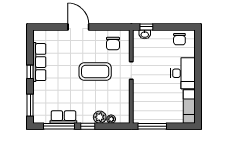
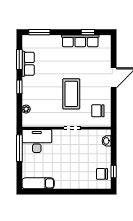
window: (146, 27) -> (114, 172), moved
window: (30, 72) -> (88, 32), moved
desk: (183, 73) -> (37, 141), moved, turned 180
plant: (100, 117) -> (28, 98), removed
window: (59, 126) -> (19, 59), width x0.69

